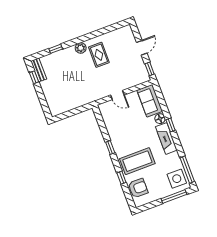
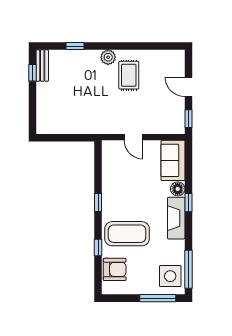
door: (142, 48) -> (188, 87), swing flipped

